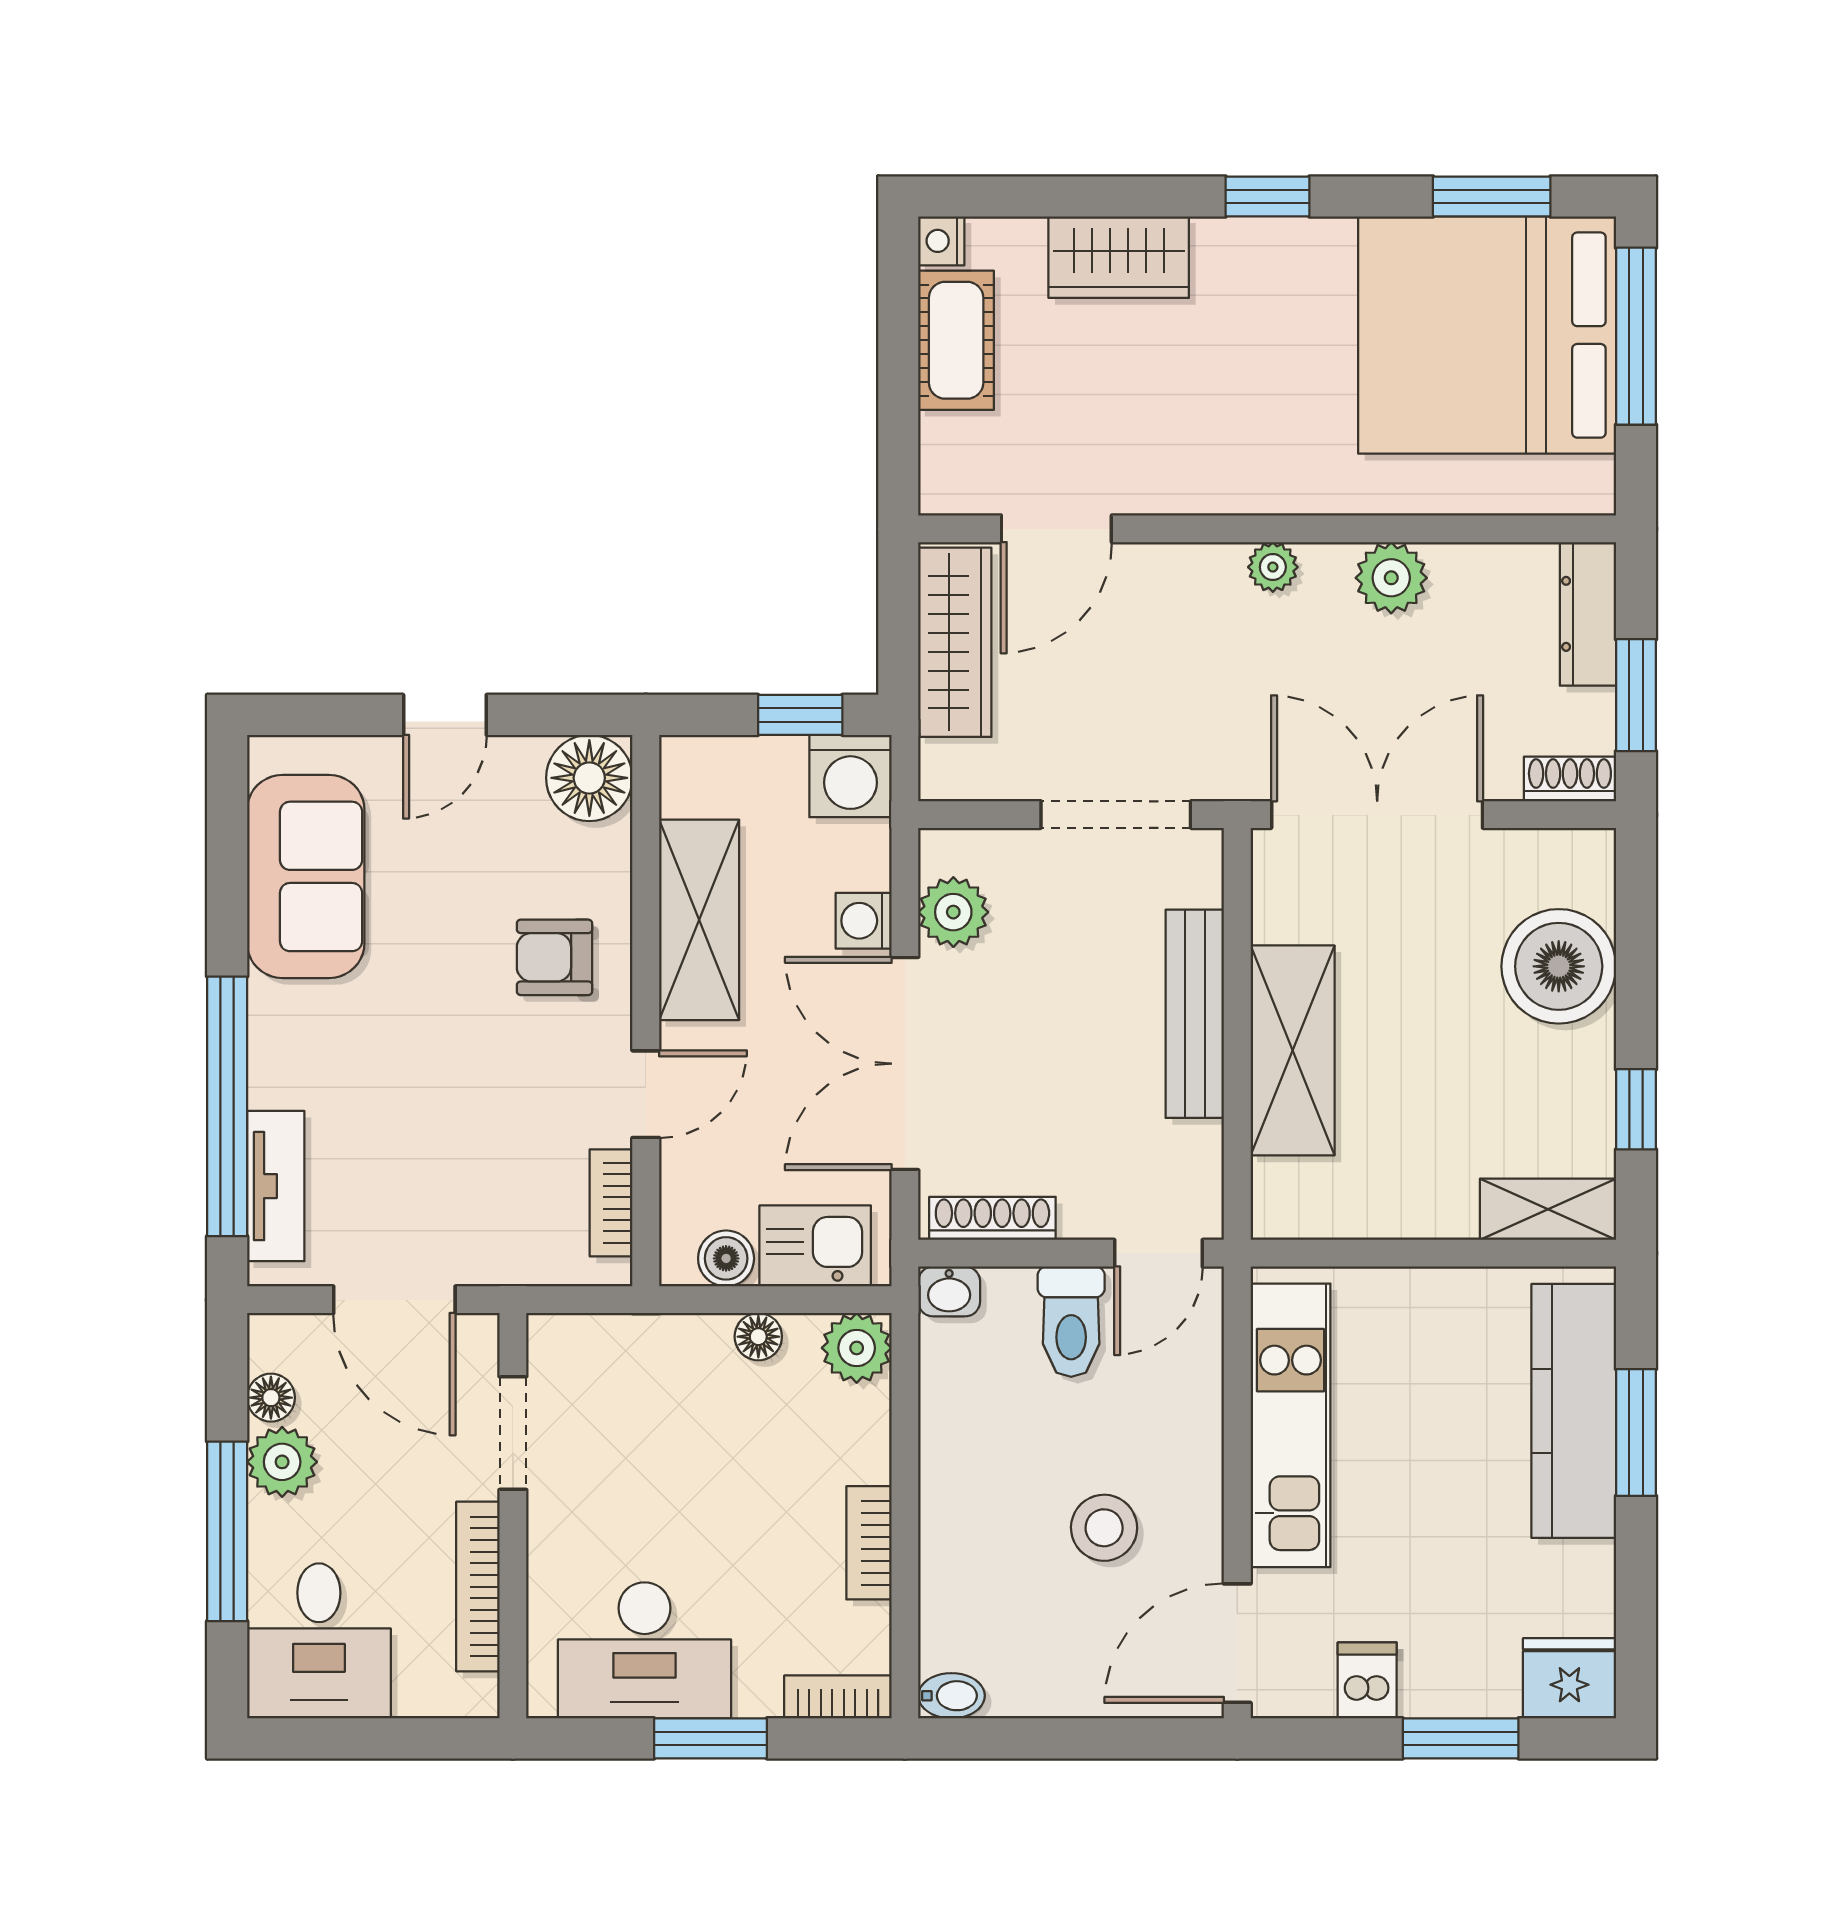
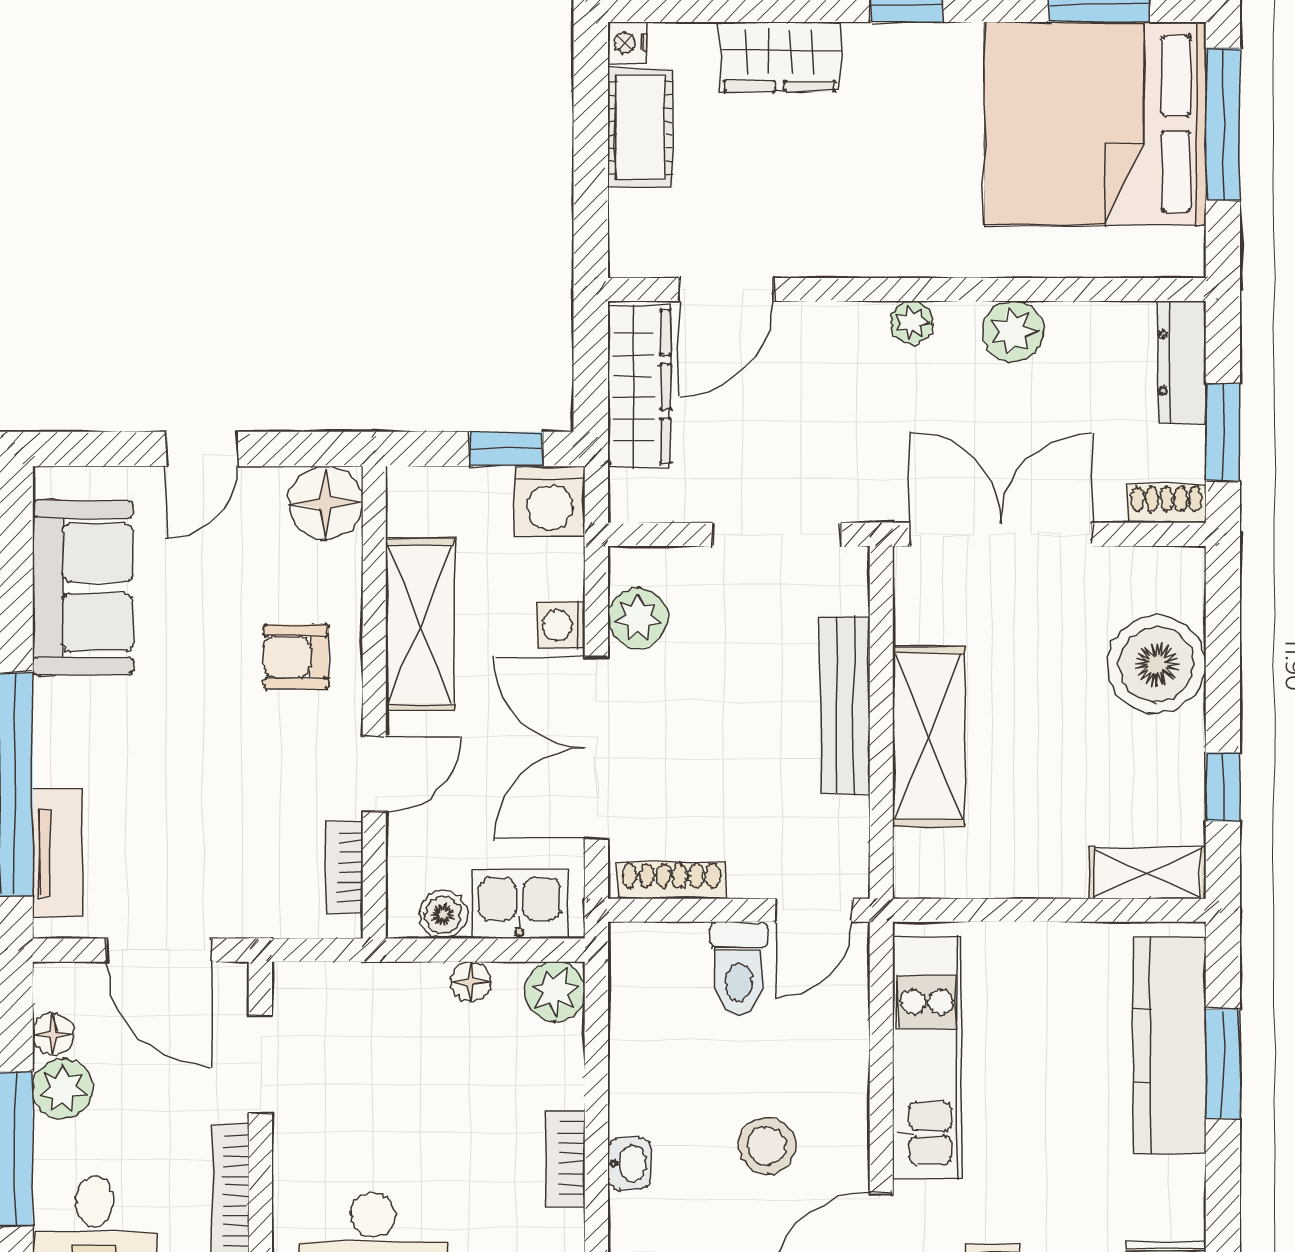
washbasin: (949, 1291) -> (629, 1164), moved, turned -90

